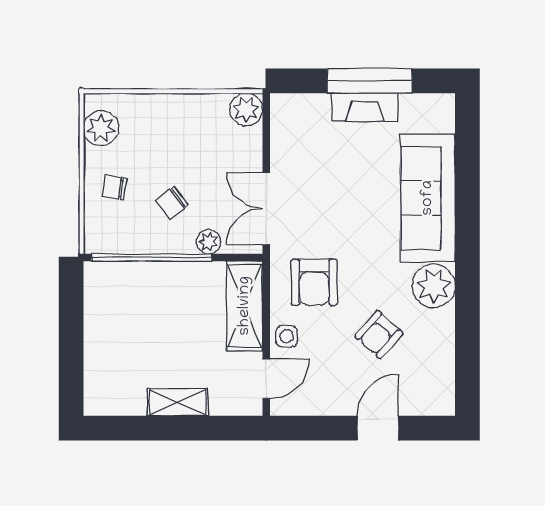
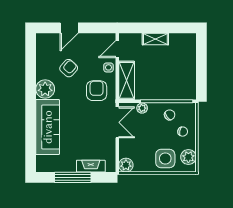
fireplace: (365, 107) -> (91, 166), moved
side table: (155, 125) -> (165, 158), added
chair: (172, 203) -> (170, 115), moved

